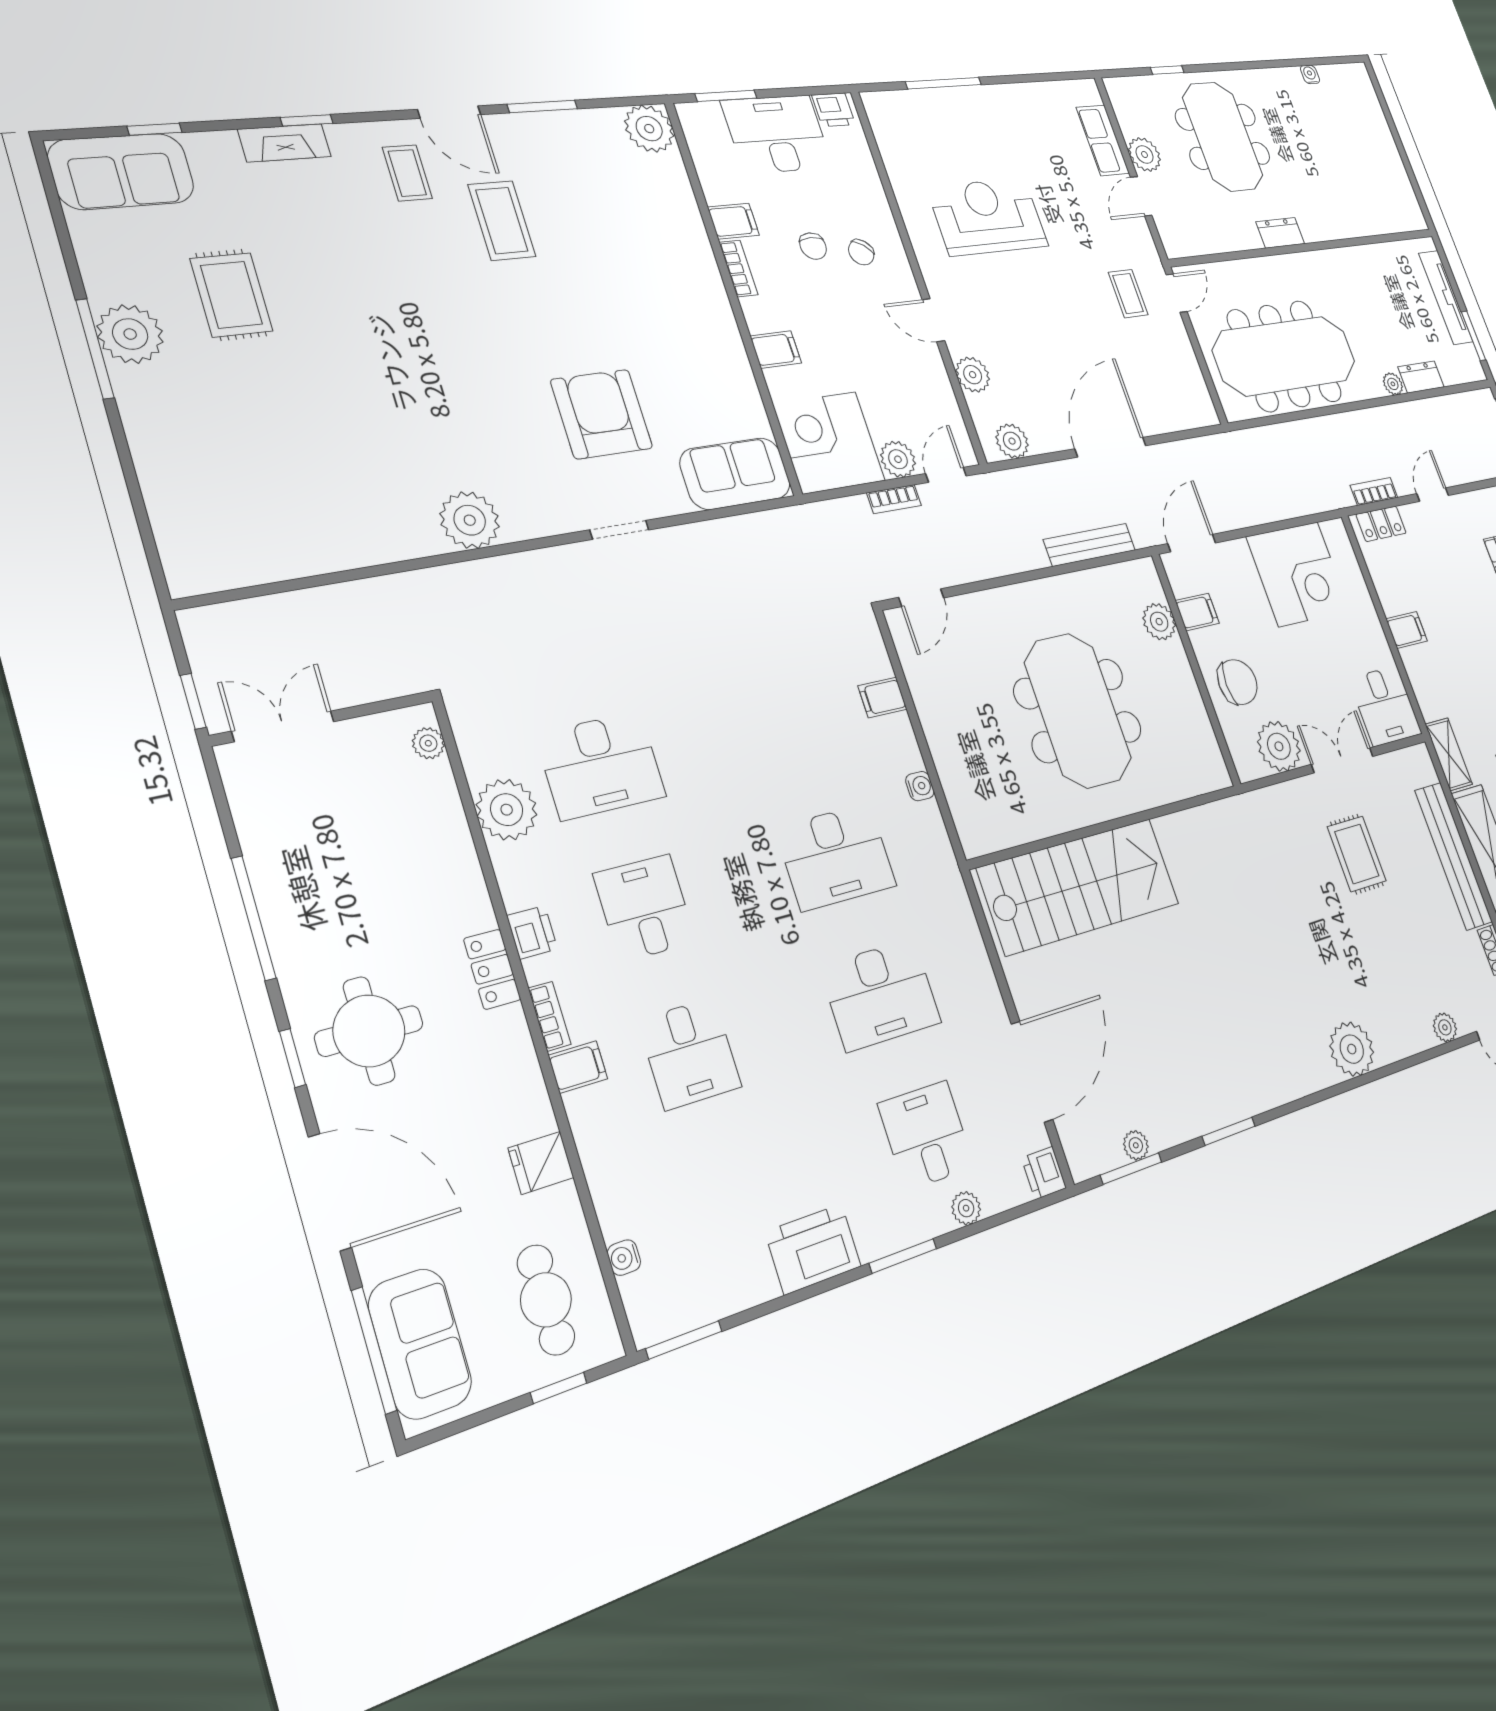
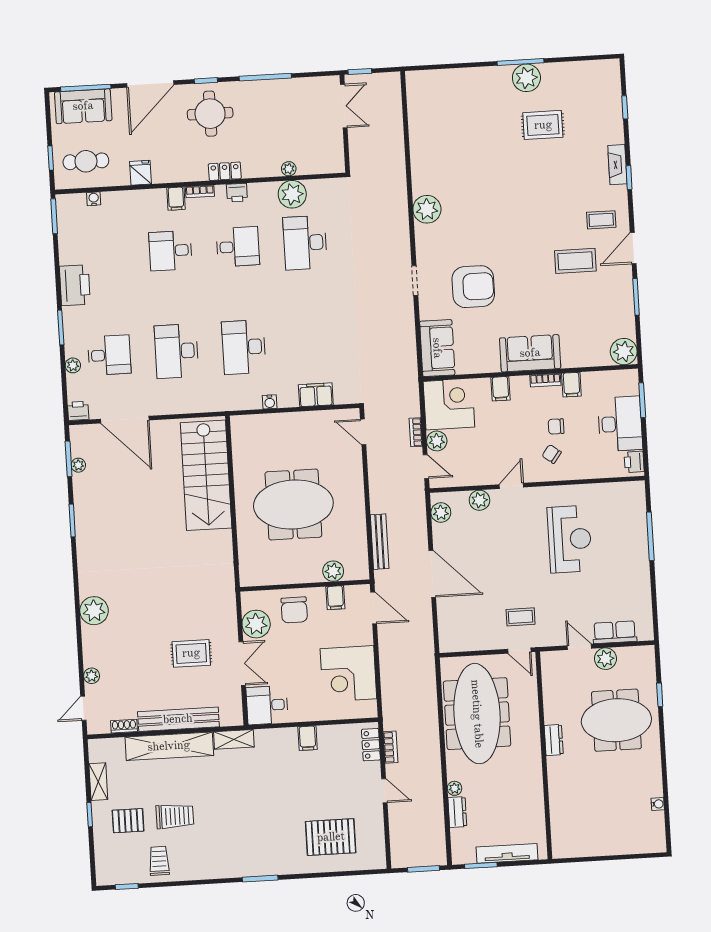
sofa: (121, 171) -> (530, 353), moved, turned 90
filing cabinet: (882, 698) -> (316, 395), width x2.00
plant: (428, 743) -> (289, 169), moved

